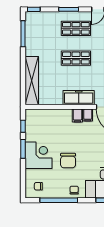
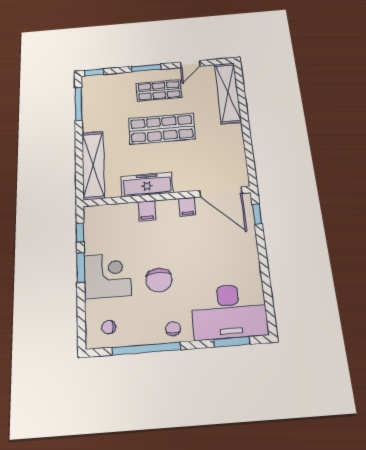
shop shelf: (76, 58) -> (162, 129), width x1.43, depth x1.36
freezer: (79, 98) -> (147, 185), moved
filing cabinet: (77, 116) -> (147, 211), moved

